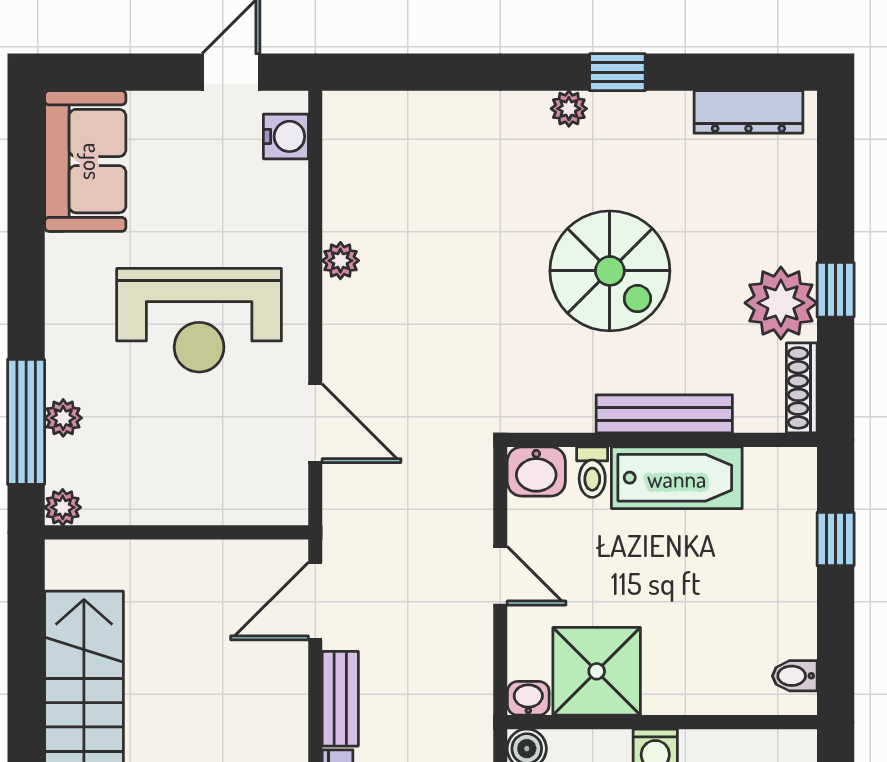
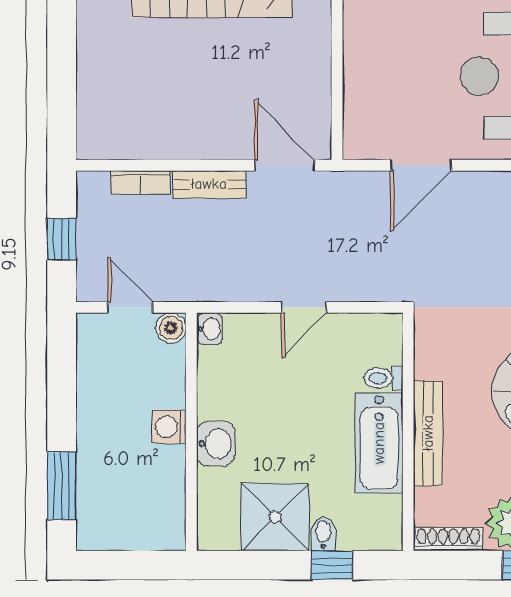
washbasin: (536, 472) -> (216, 444), moved, turned 180
shower: (597, 671) -> (275, 517), moved
bidet: (795, 676) -> (323, 534), moved

